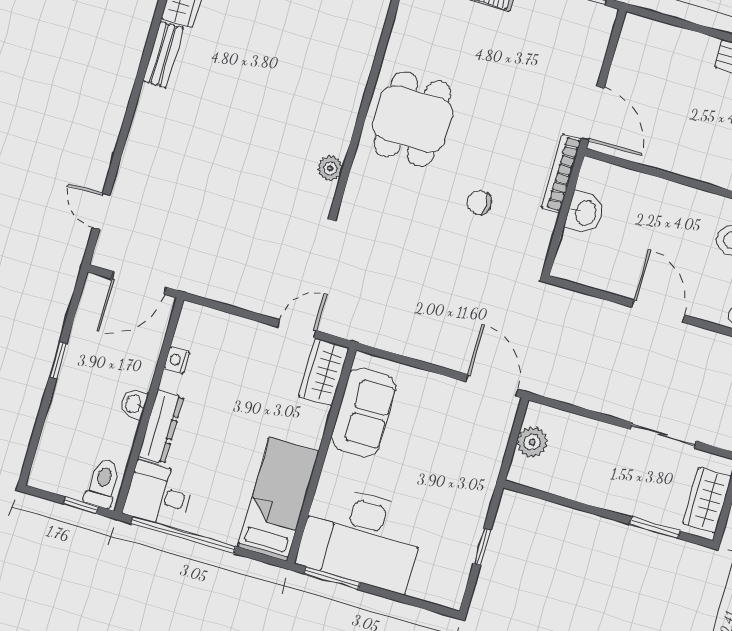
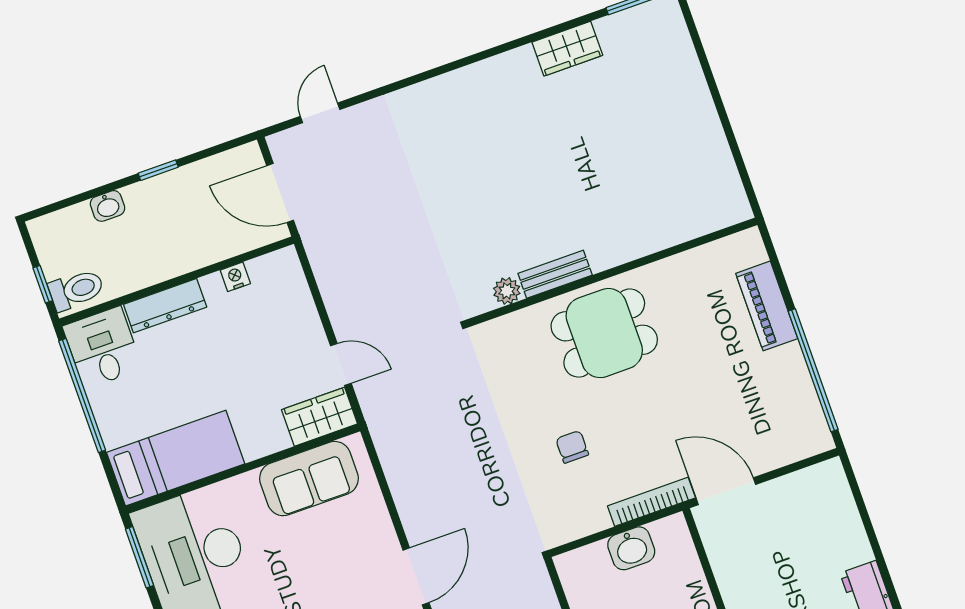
bench: (163, 54) -> (555, 274), moved
door: (593, 113) -> (726, 491), swing flipped
washbasin: (134, 404) -> (108, 206), moved, turned 180

